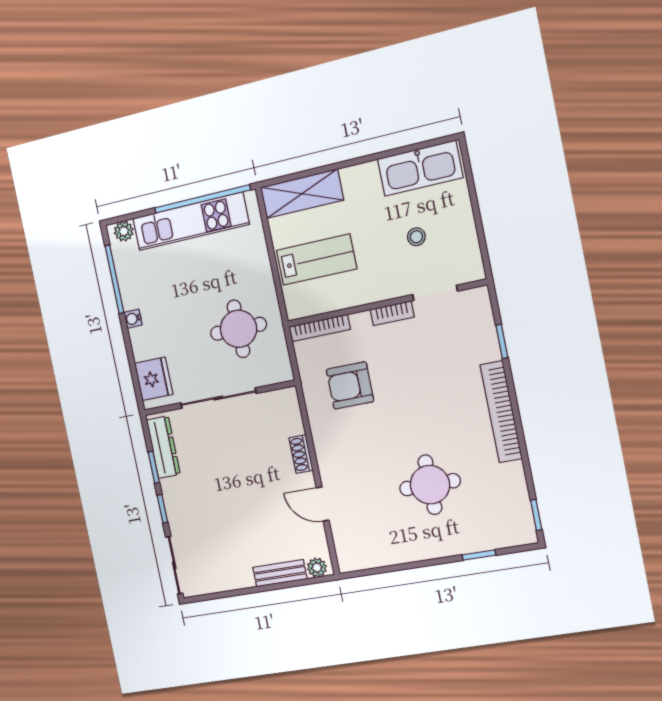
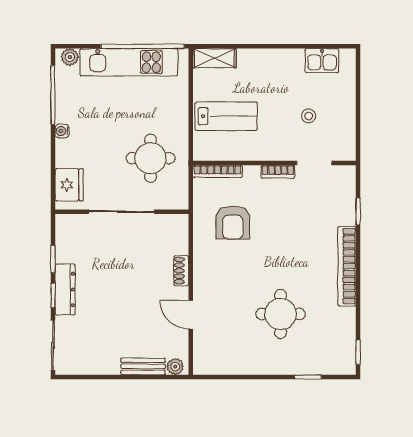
kitchen sink: (420, 168) -> (322, 61), width x0.53, depth x0.81
shelving: (302, 194) -> (214, 58), width x0.67, depth x0.75
armchair: (350, 385) -> (233, 222), turned -90
dresser: (163, 447) -> (65, 289), moved

